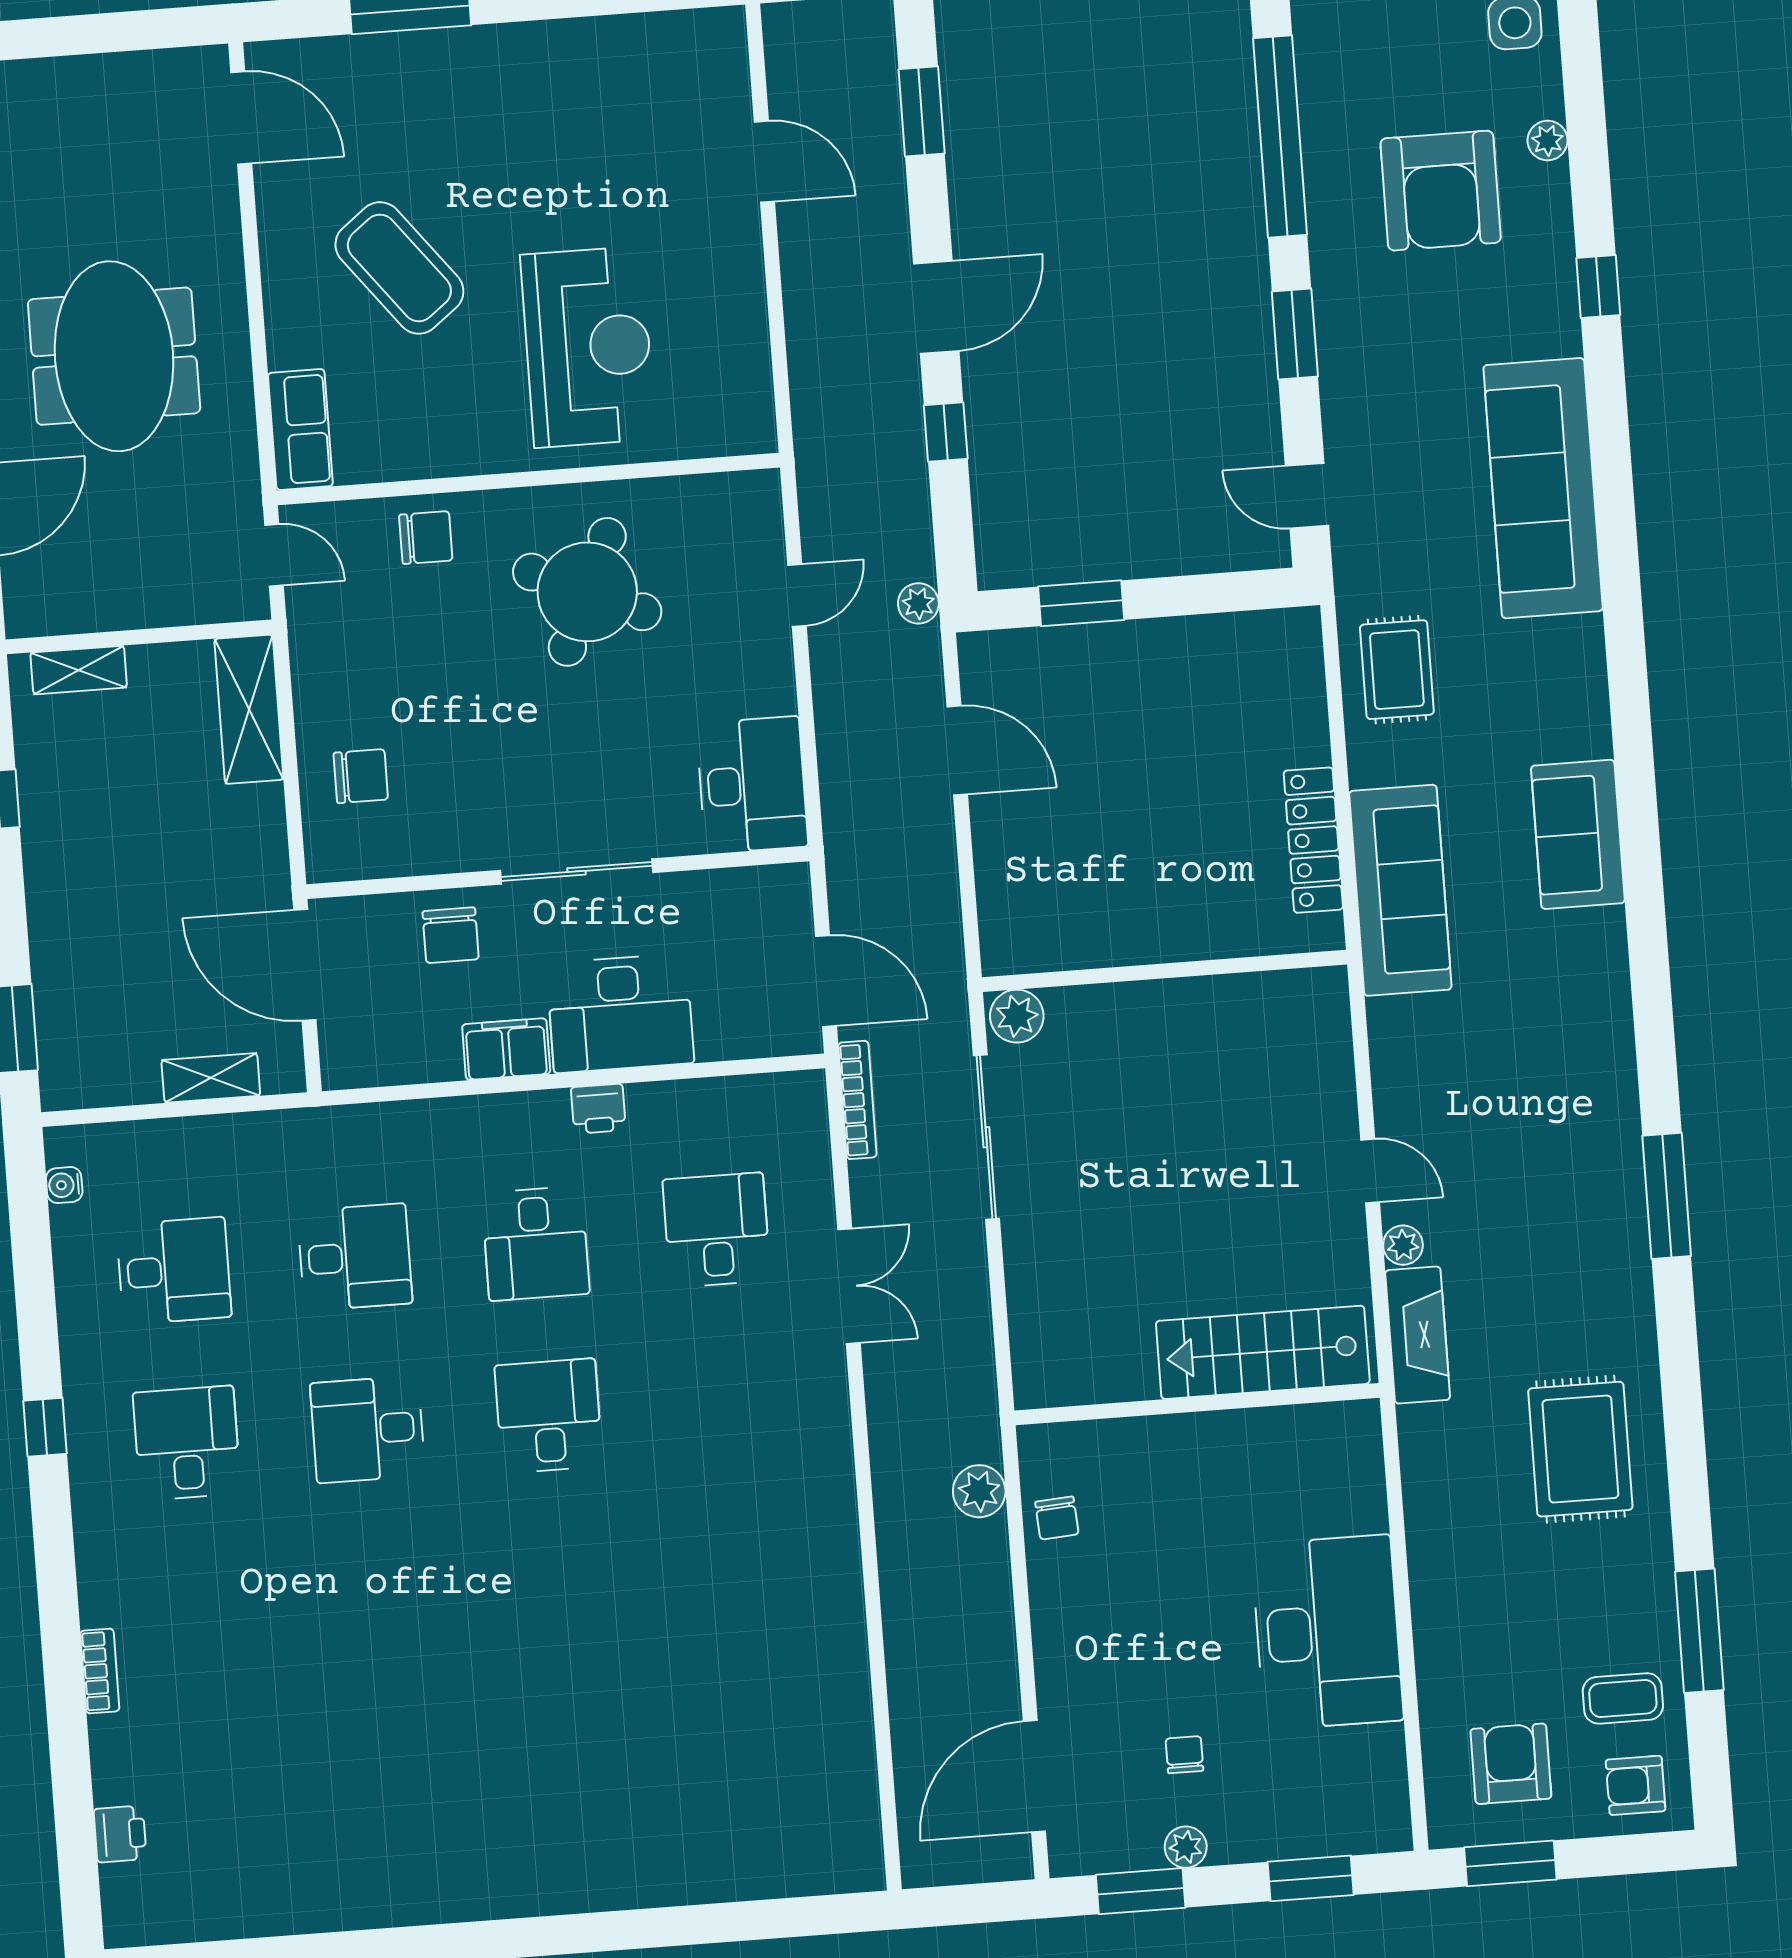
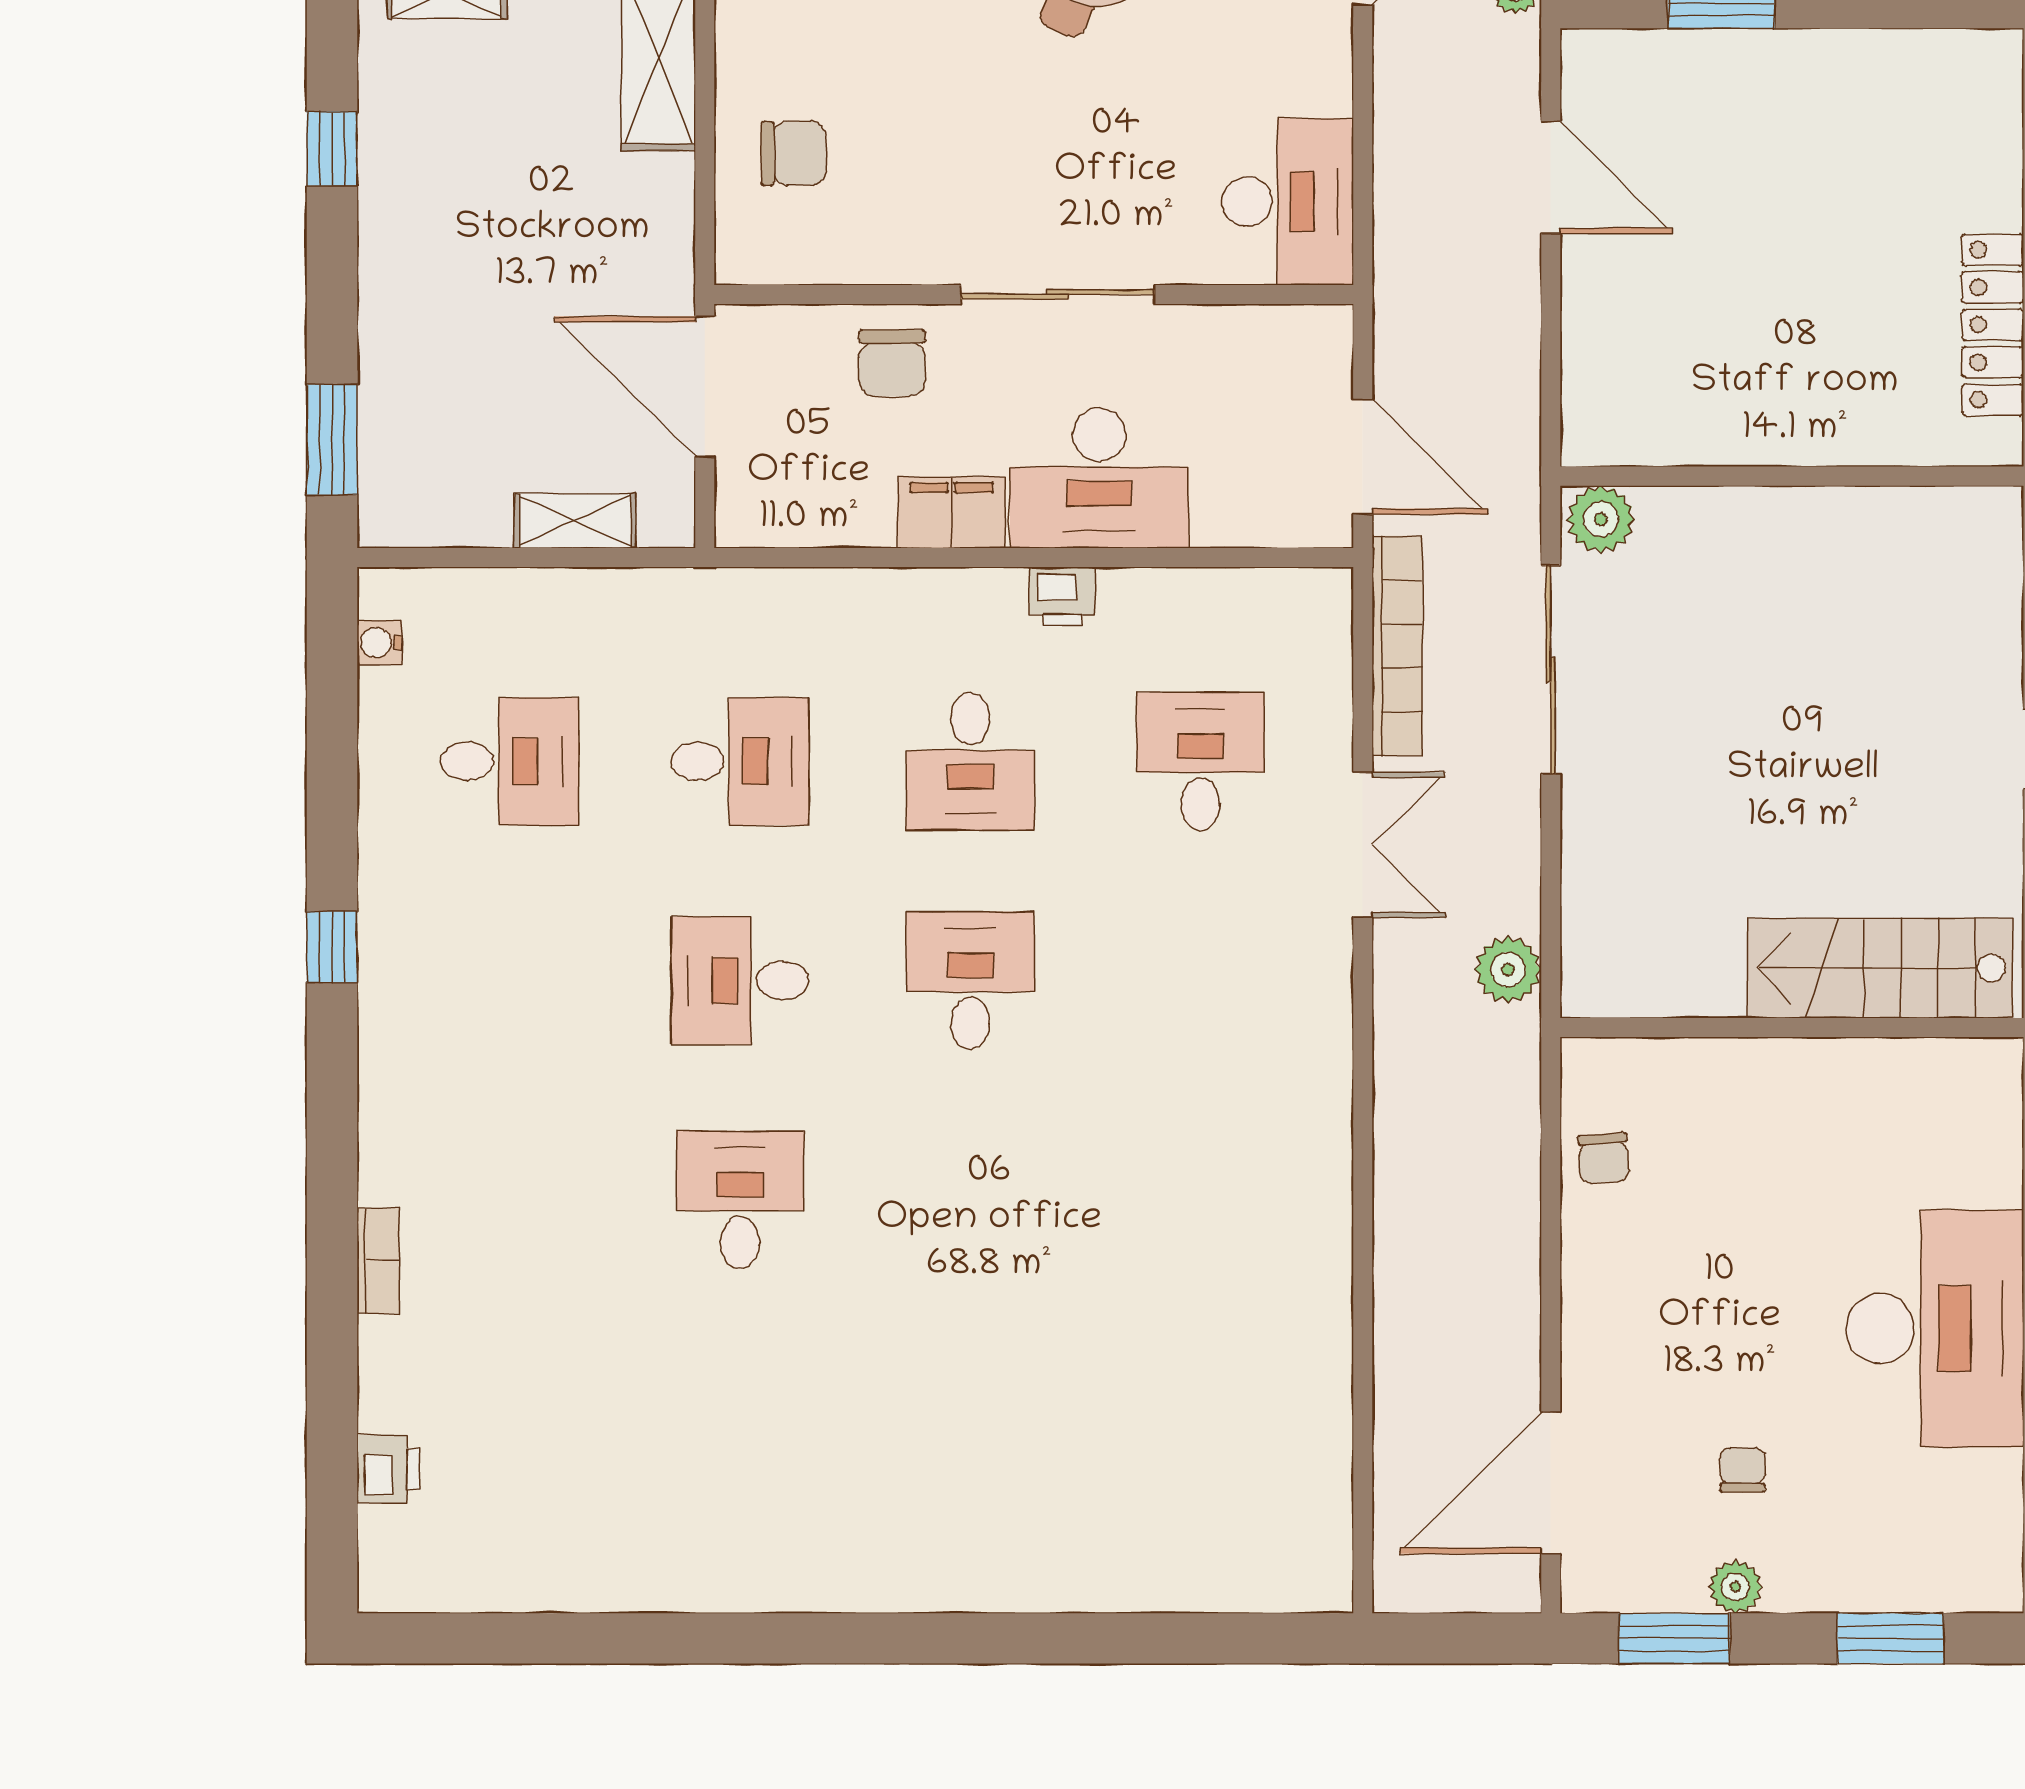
bookcase: (857, 1100) -> (1397, 646), width x1.48, depth x1.31
desk: (187, 1443) -> (740, 1200), moved
plant: (979, 1491) -> (1508, 970), moved

